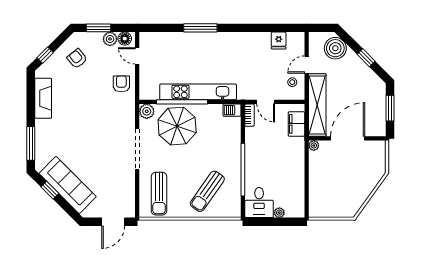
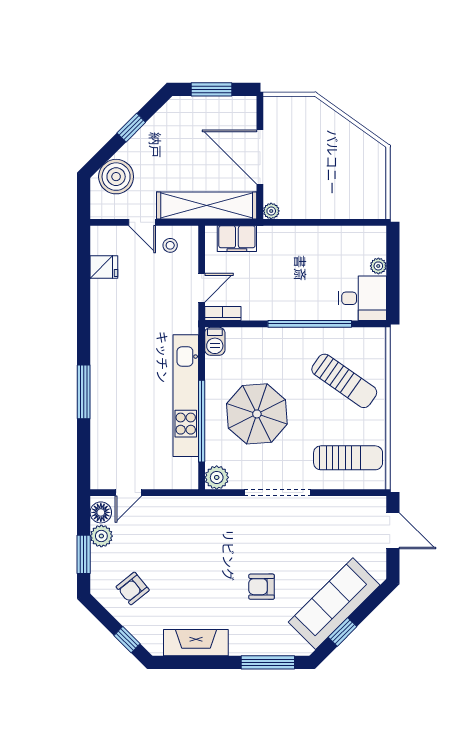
armchair: (121, 84) -> (262, 587), moved
parasol: (177, 126) -> (257, 414), moved

